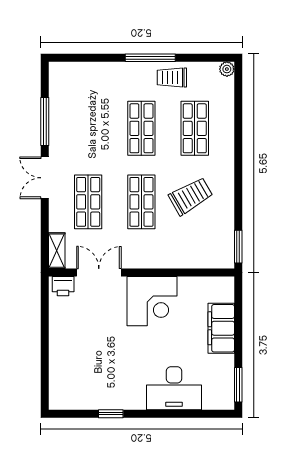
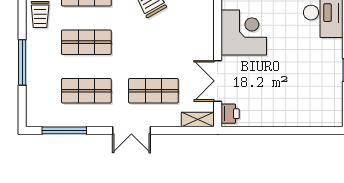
window: (150, 58) -> (22, 62), moved
window: (45, 122) -> (64, 130), moved
shop shelf: (141, 202) -> (86, 91), moved

